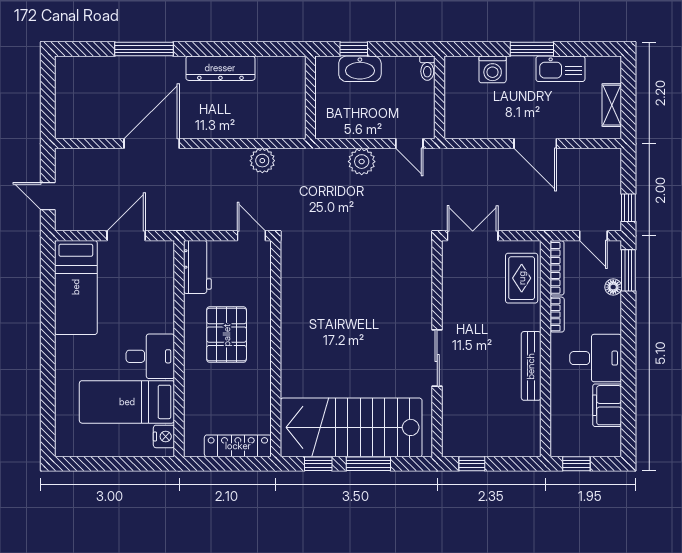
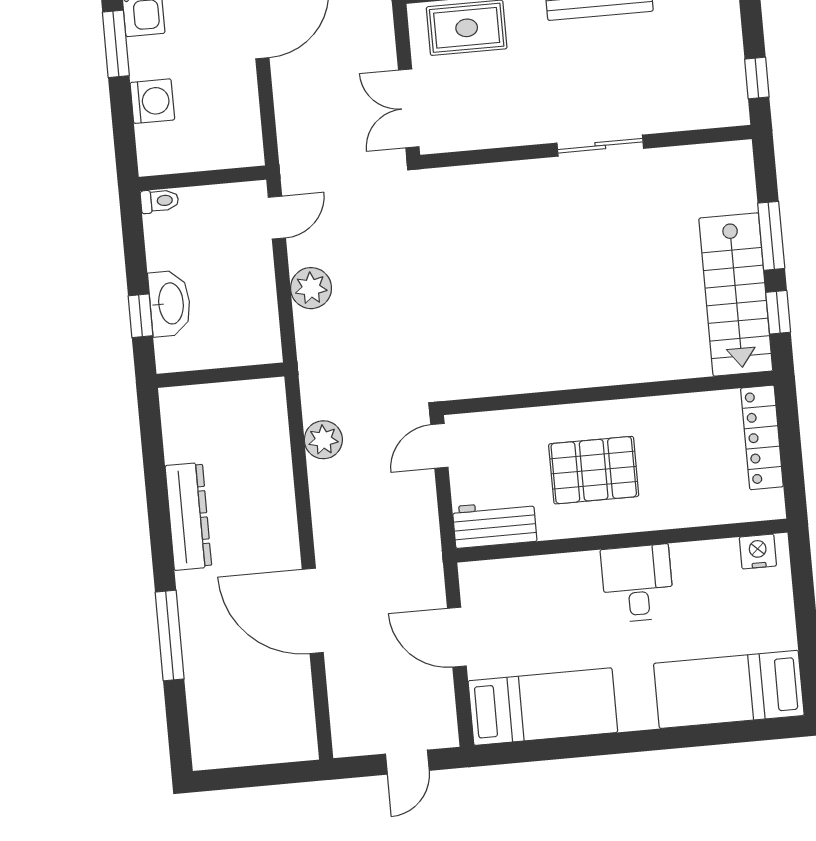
bed: (127, 402) -> (729, 689), moved, turned 90
stairs: (351, 427) -> (736, 295), width x0.73, depth x0.66

